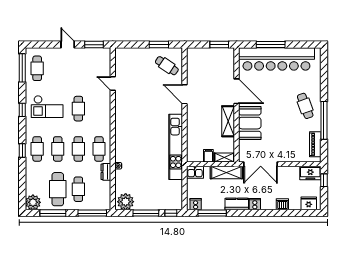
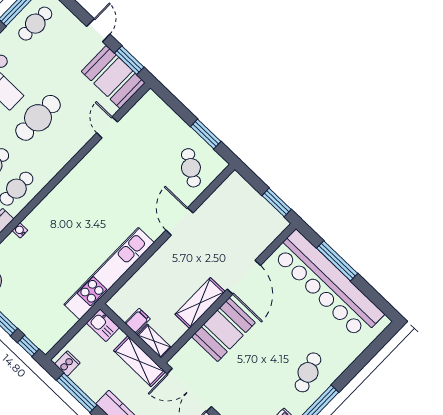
booth: (94, 59) -> (113, 77), added
cafe table: (78, 109) -> (38, 118), width x1.37, depth x1.35

